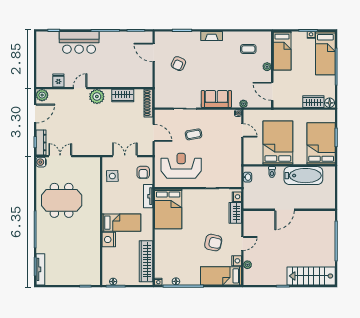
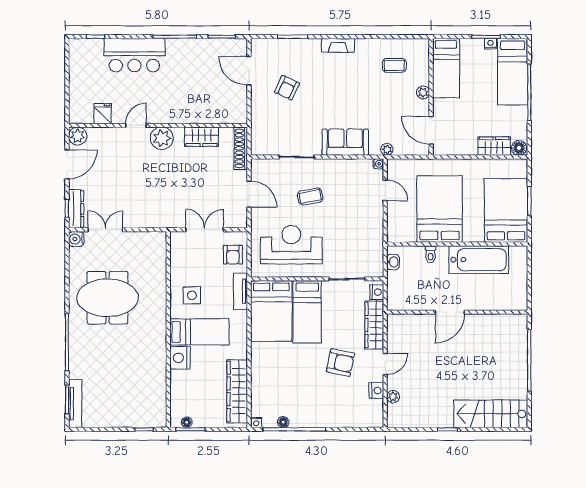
side table: (112, 176) -> (192, 295), moved
wardrobe: (235, 213) -> (374, 325), width x1.50
bed: (221, 276) -> (307, 312), moved, turned -90

